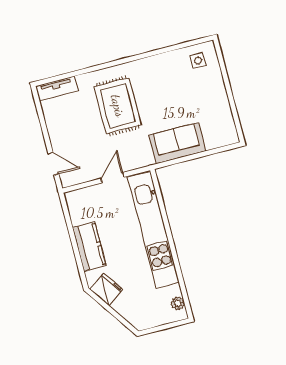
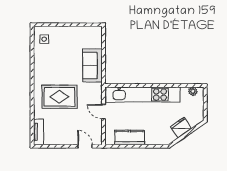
door: (53, 164) -> (85, 146), hinge flipped
kitchen counter: (89, 246) -> (130, 138), moved
fridge: (106, 289) -> (181, 128), moved

